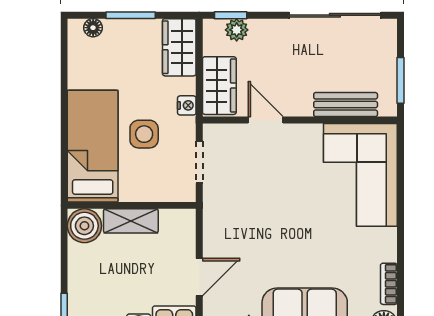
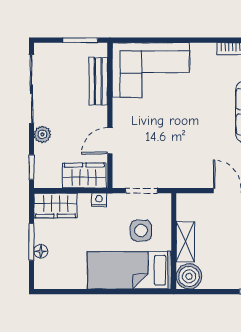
floor lamp: (93, 28) -> (41, 251), moved
plant: (237, 30) -> (42, 134), moved
side table: (144, 134) -> (141, 231), moved

